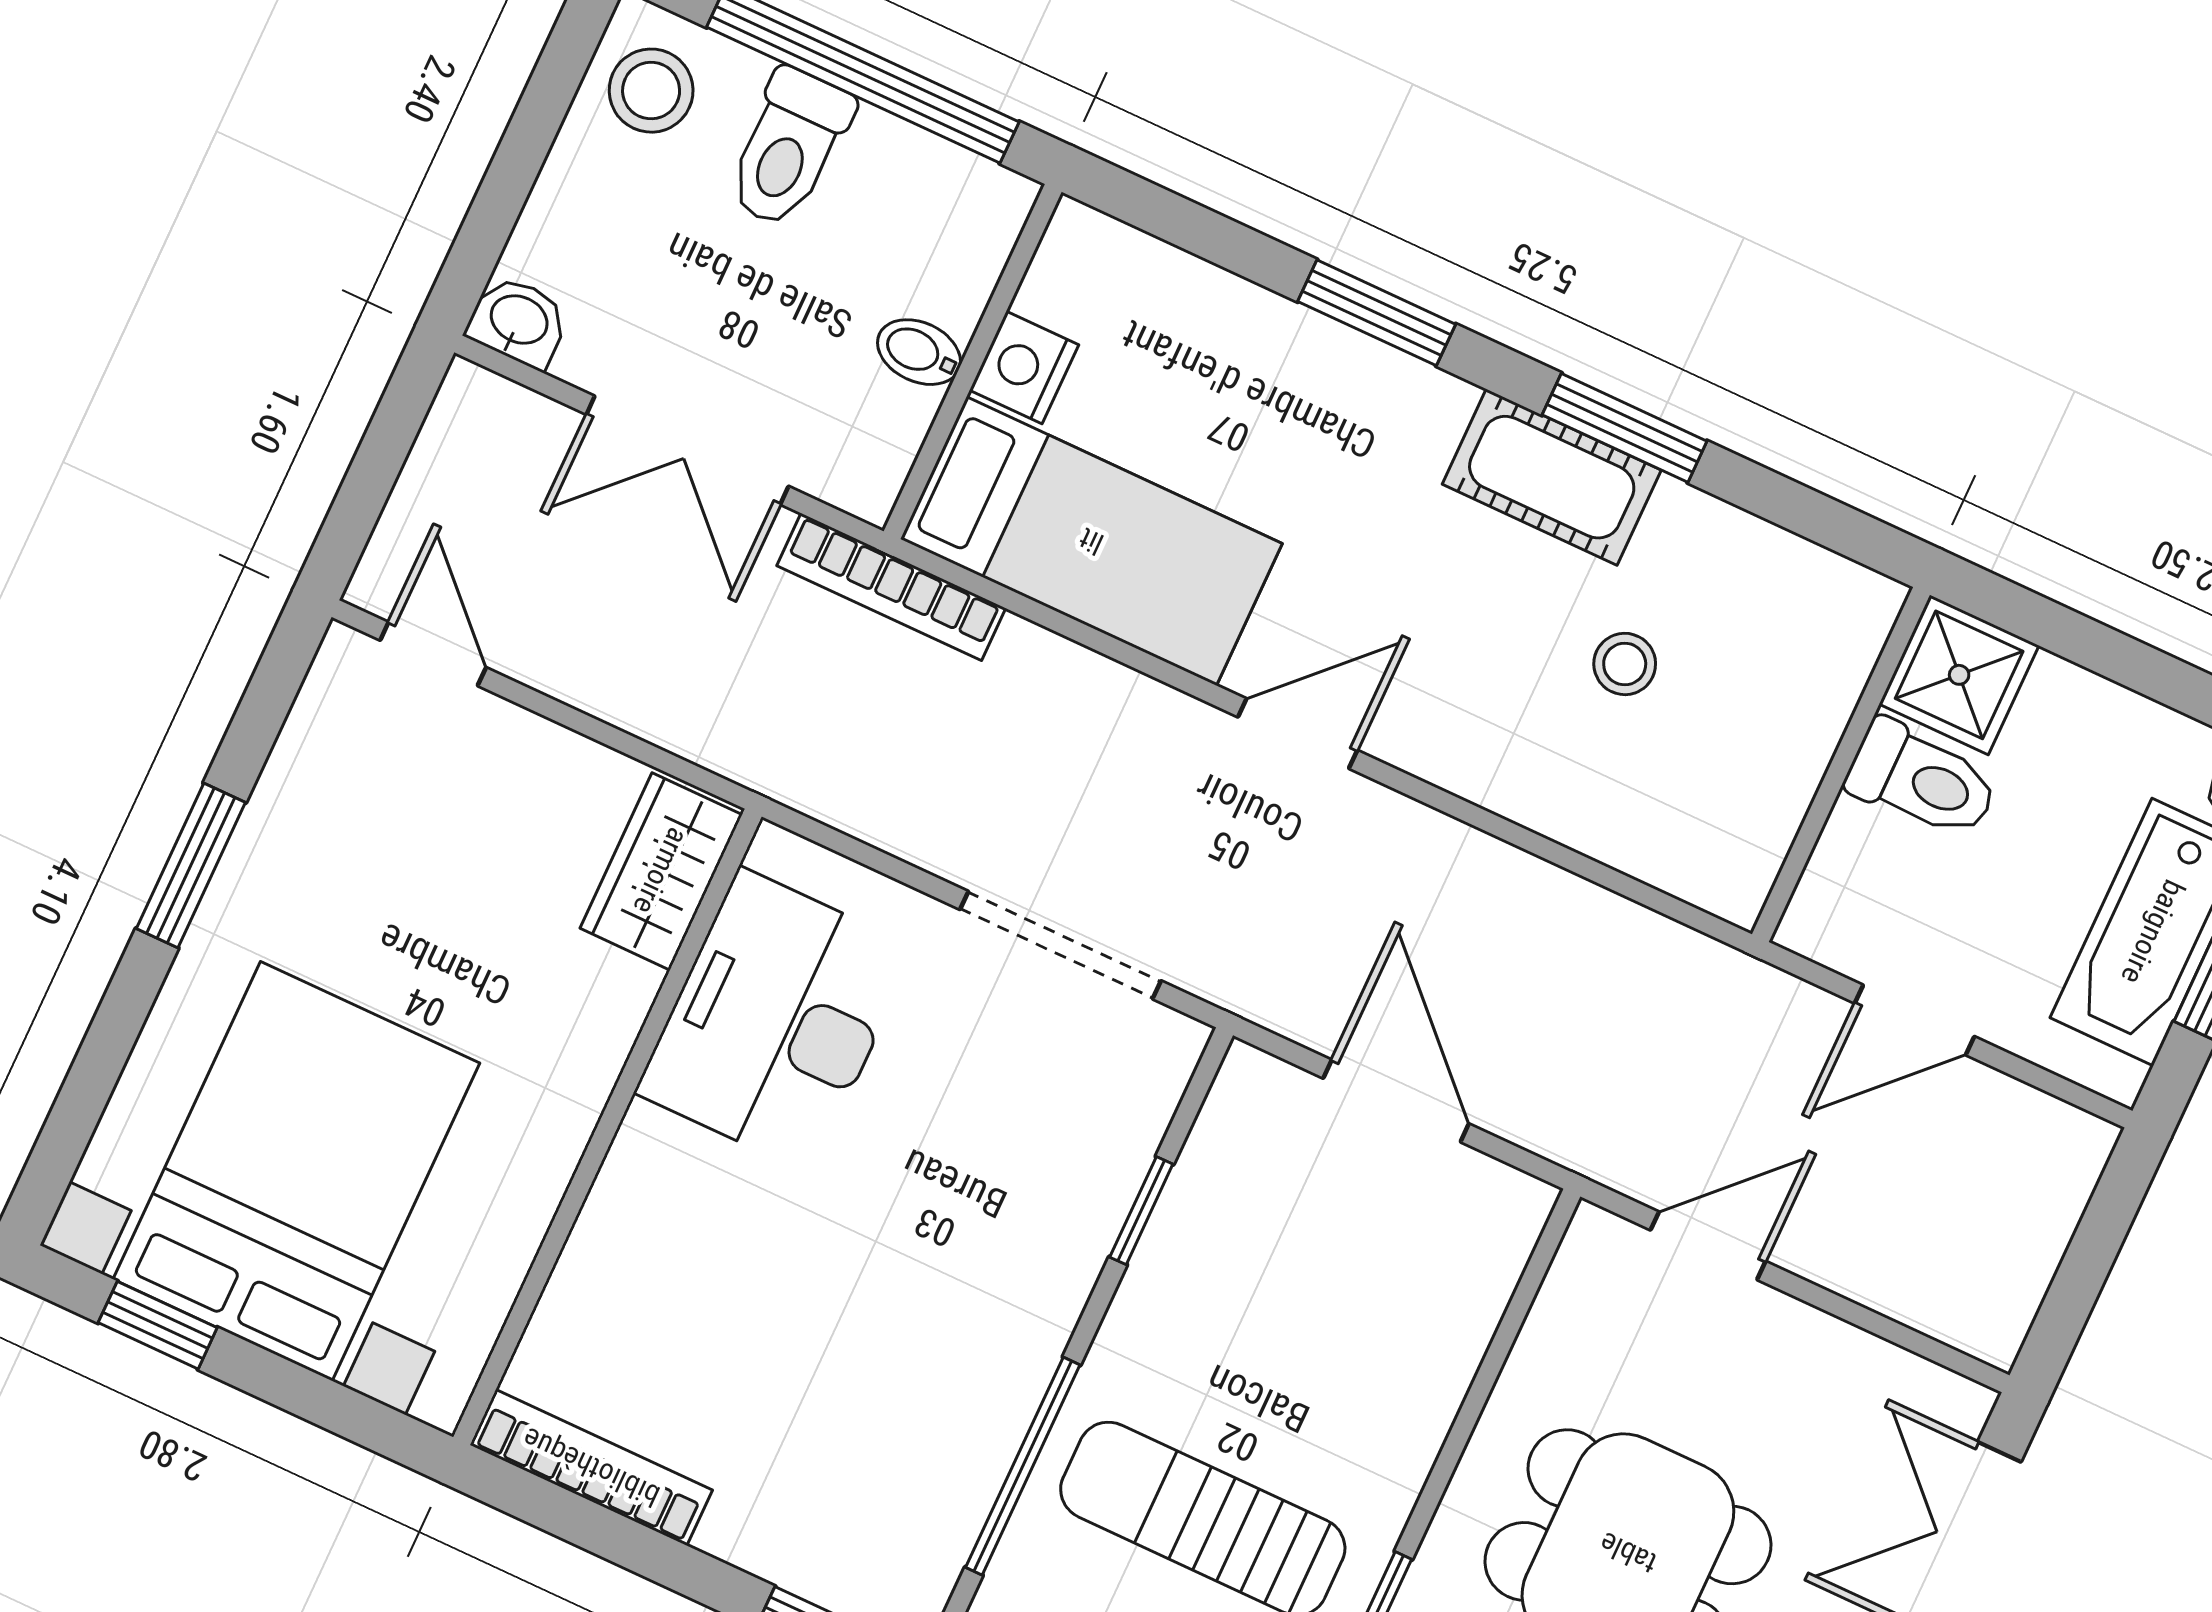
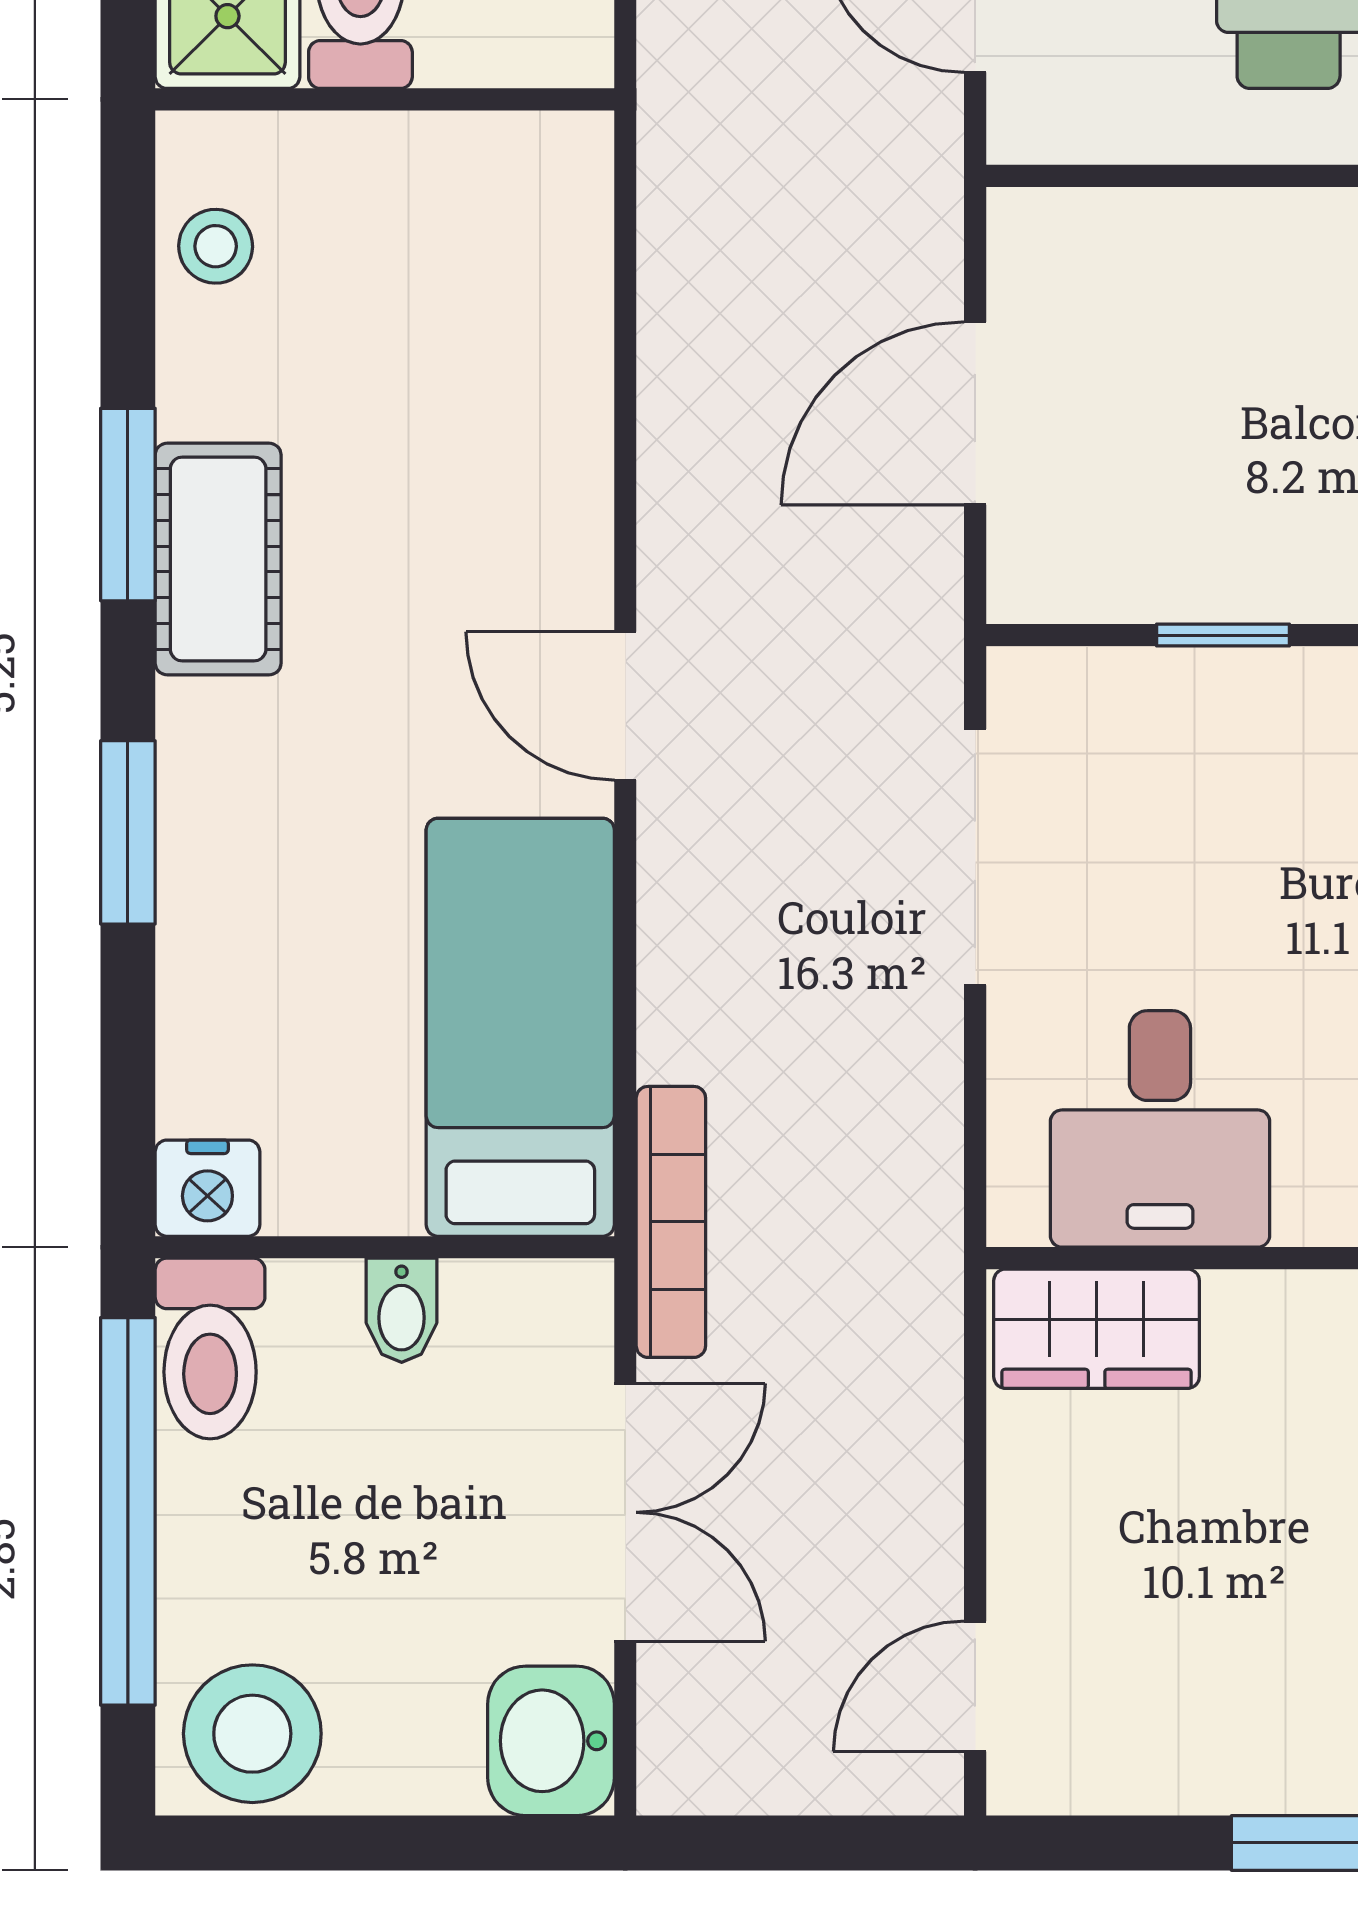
stool: (651, 91) -> (252, 1734), width x1.38, depth x1.38
toilet: (789, 148) -> (210, 1348), moved, turned 90
washbasin: (518, 321) -> (551, 1741), width x1.38, depth x1.45
nightstand: (1024, 367) -> (207, 1188), moved
stool: (1625, 664) -> (216, 246), moved
desk: (776, 1020) -> (1160, 1129), width x0.73

